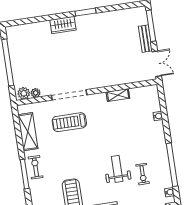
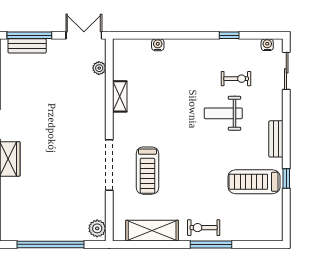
bench: (145, 39) -> (27, 46), moved
plant: (36, 93) -> (99, 68), moved
window: (172, 165) -> (229, 35), width x0.32

